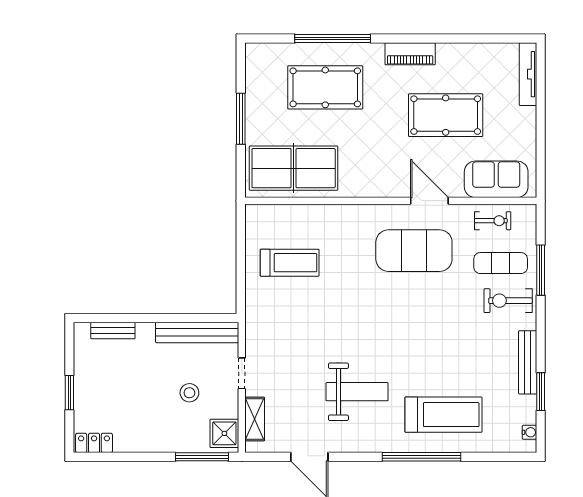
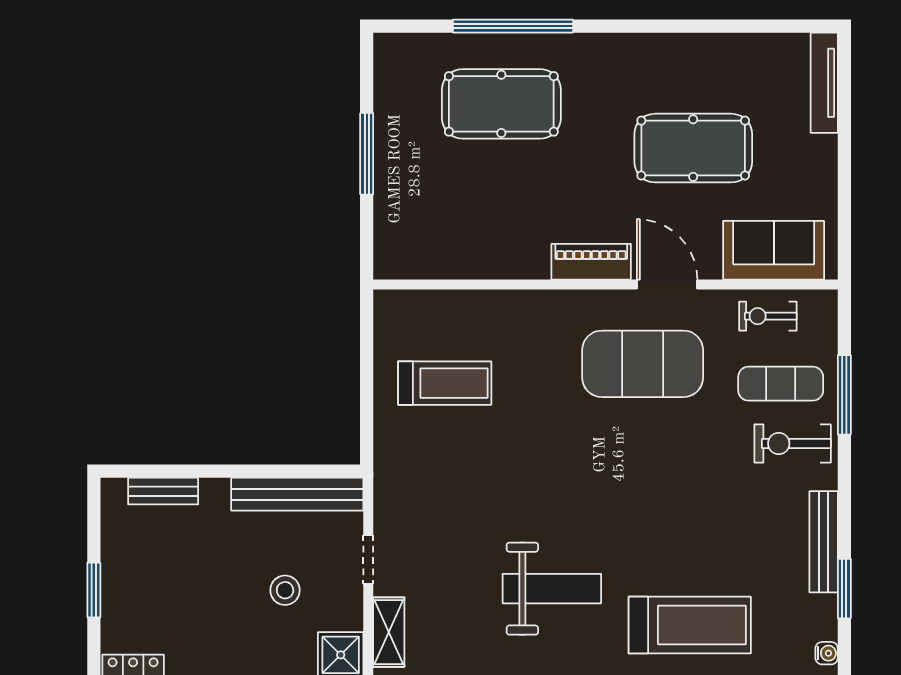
piano: (410, 54) -> (591, 262), moved, turned 180
table tennis table: (294, 168) -> (451, 232), removed
exercise bike: (493, 221) -> (768, 316), turned 180

